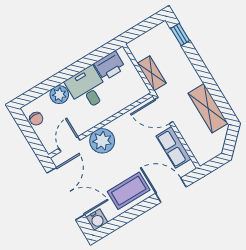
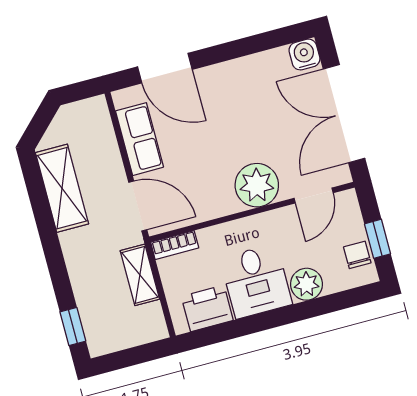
bookcase: (137, 95) -> (175, 245), added
window: (28, 131) -> (378, 239), added
coffee table: (129, 191) -> (236, 88), removed

